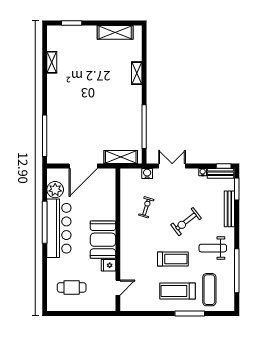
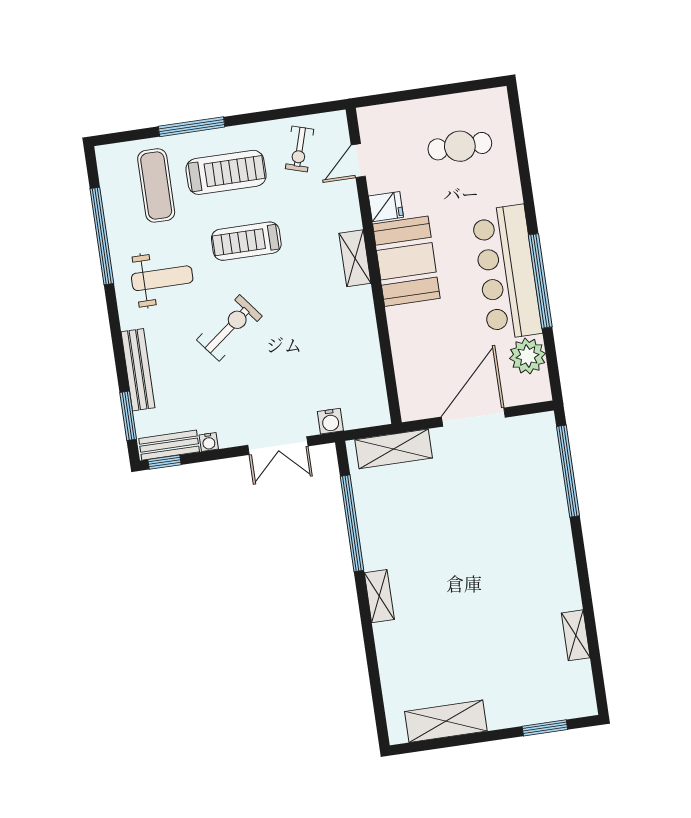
shelving: (137, 73) -> (379, 596), moved
exercise bike: (146, 207) -> (300, 149), moved
shelving: (126, 244) -> (355, 258), added

